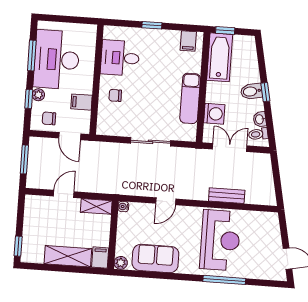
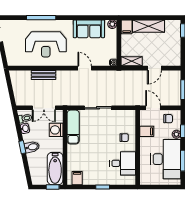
exam couch: (190, 98) -> (73, 127), moved
door: (166, 201) -> (85, 68), hinge flipped
reception desk: (220, 240) -> (46, 44), turned -90

